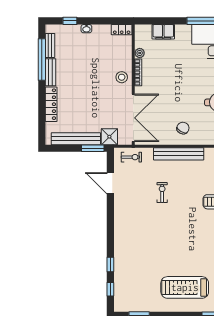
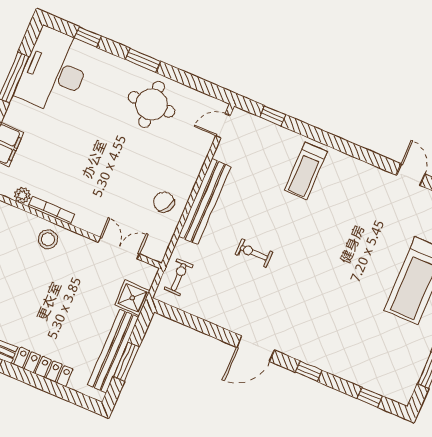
double door: (133, 118) -> (119, 248), width x0.54
chair: (183, 128) -> (164, 202), moved
window: (93, 148) -> (126, 362), moved
door: (110, 183) -> (256, 349), moved
window: (110, 264) -> (309, 371), moved

